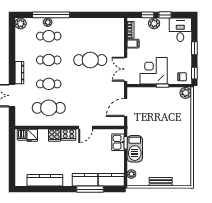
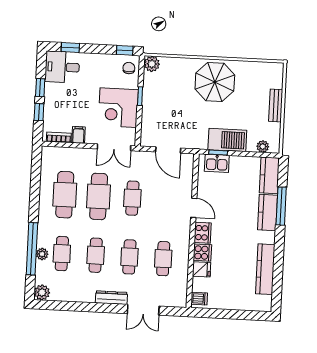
plant: (154, 23) -> (51, 104), removed
cafe table: (90, 36) -> (65, 195), added
window: (194, 48) -> (70, 48), moved
cafe table: (90, 84) -> (132, 198), added
cafe table: (49, 108) -> (163, 259), width x0.73, depth x0.74
fridge: (32, 135) -> (202, 269), moved
parasol: (175, 138) -> (215, 82), added

